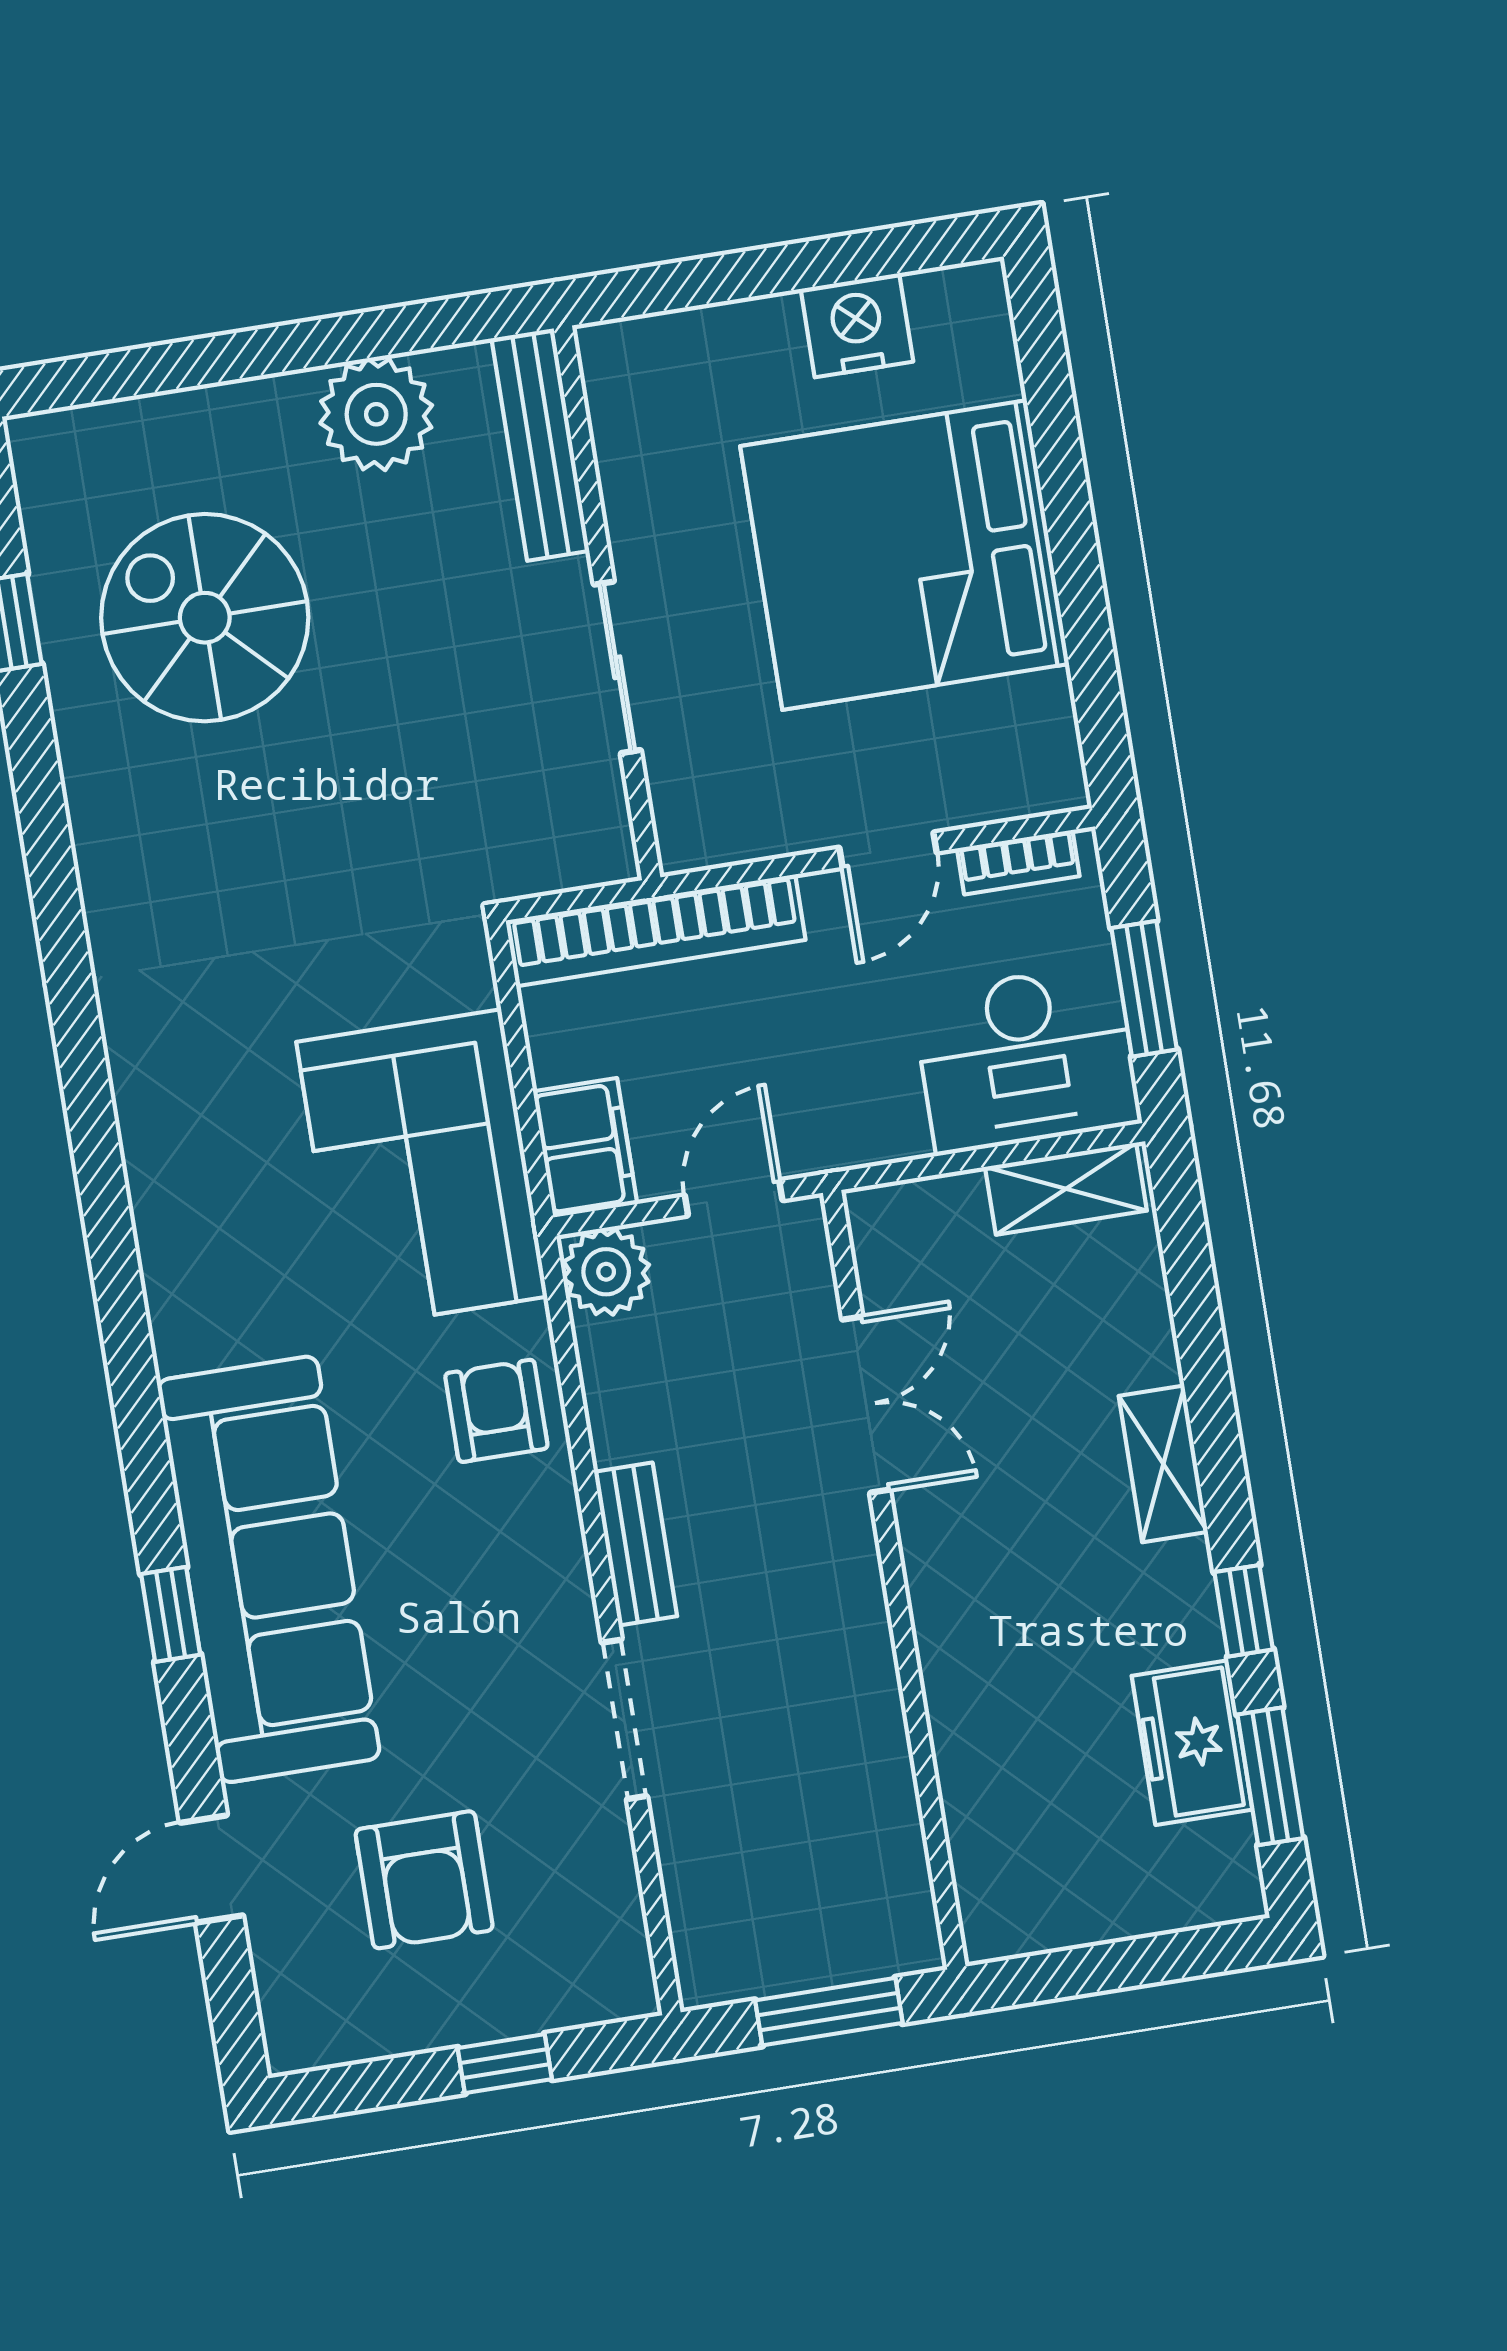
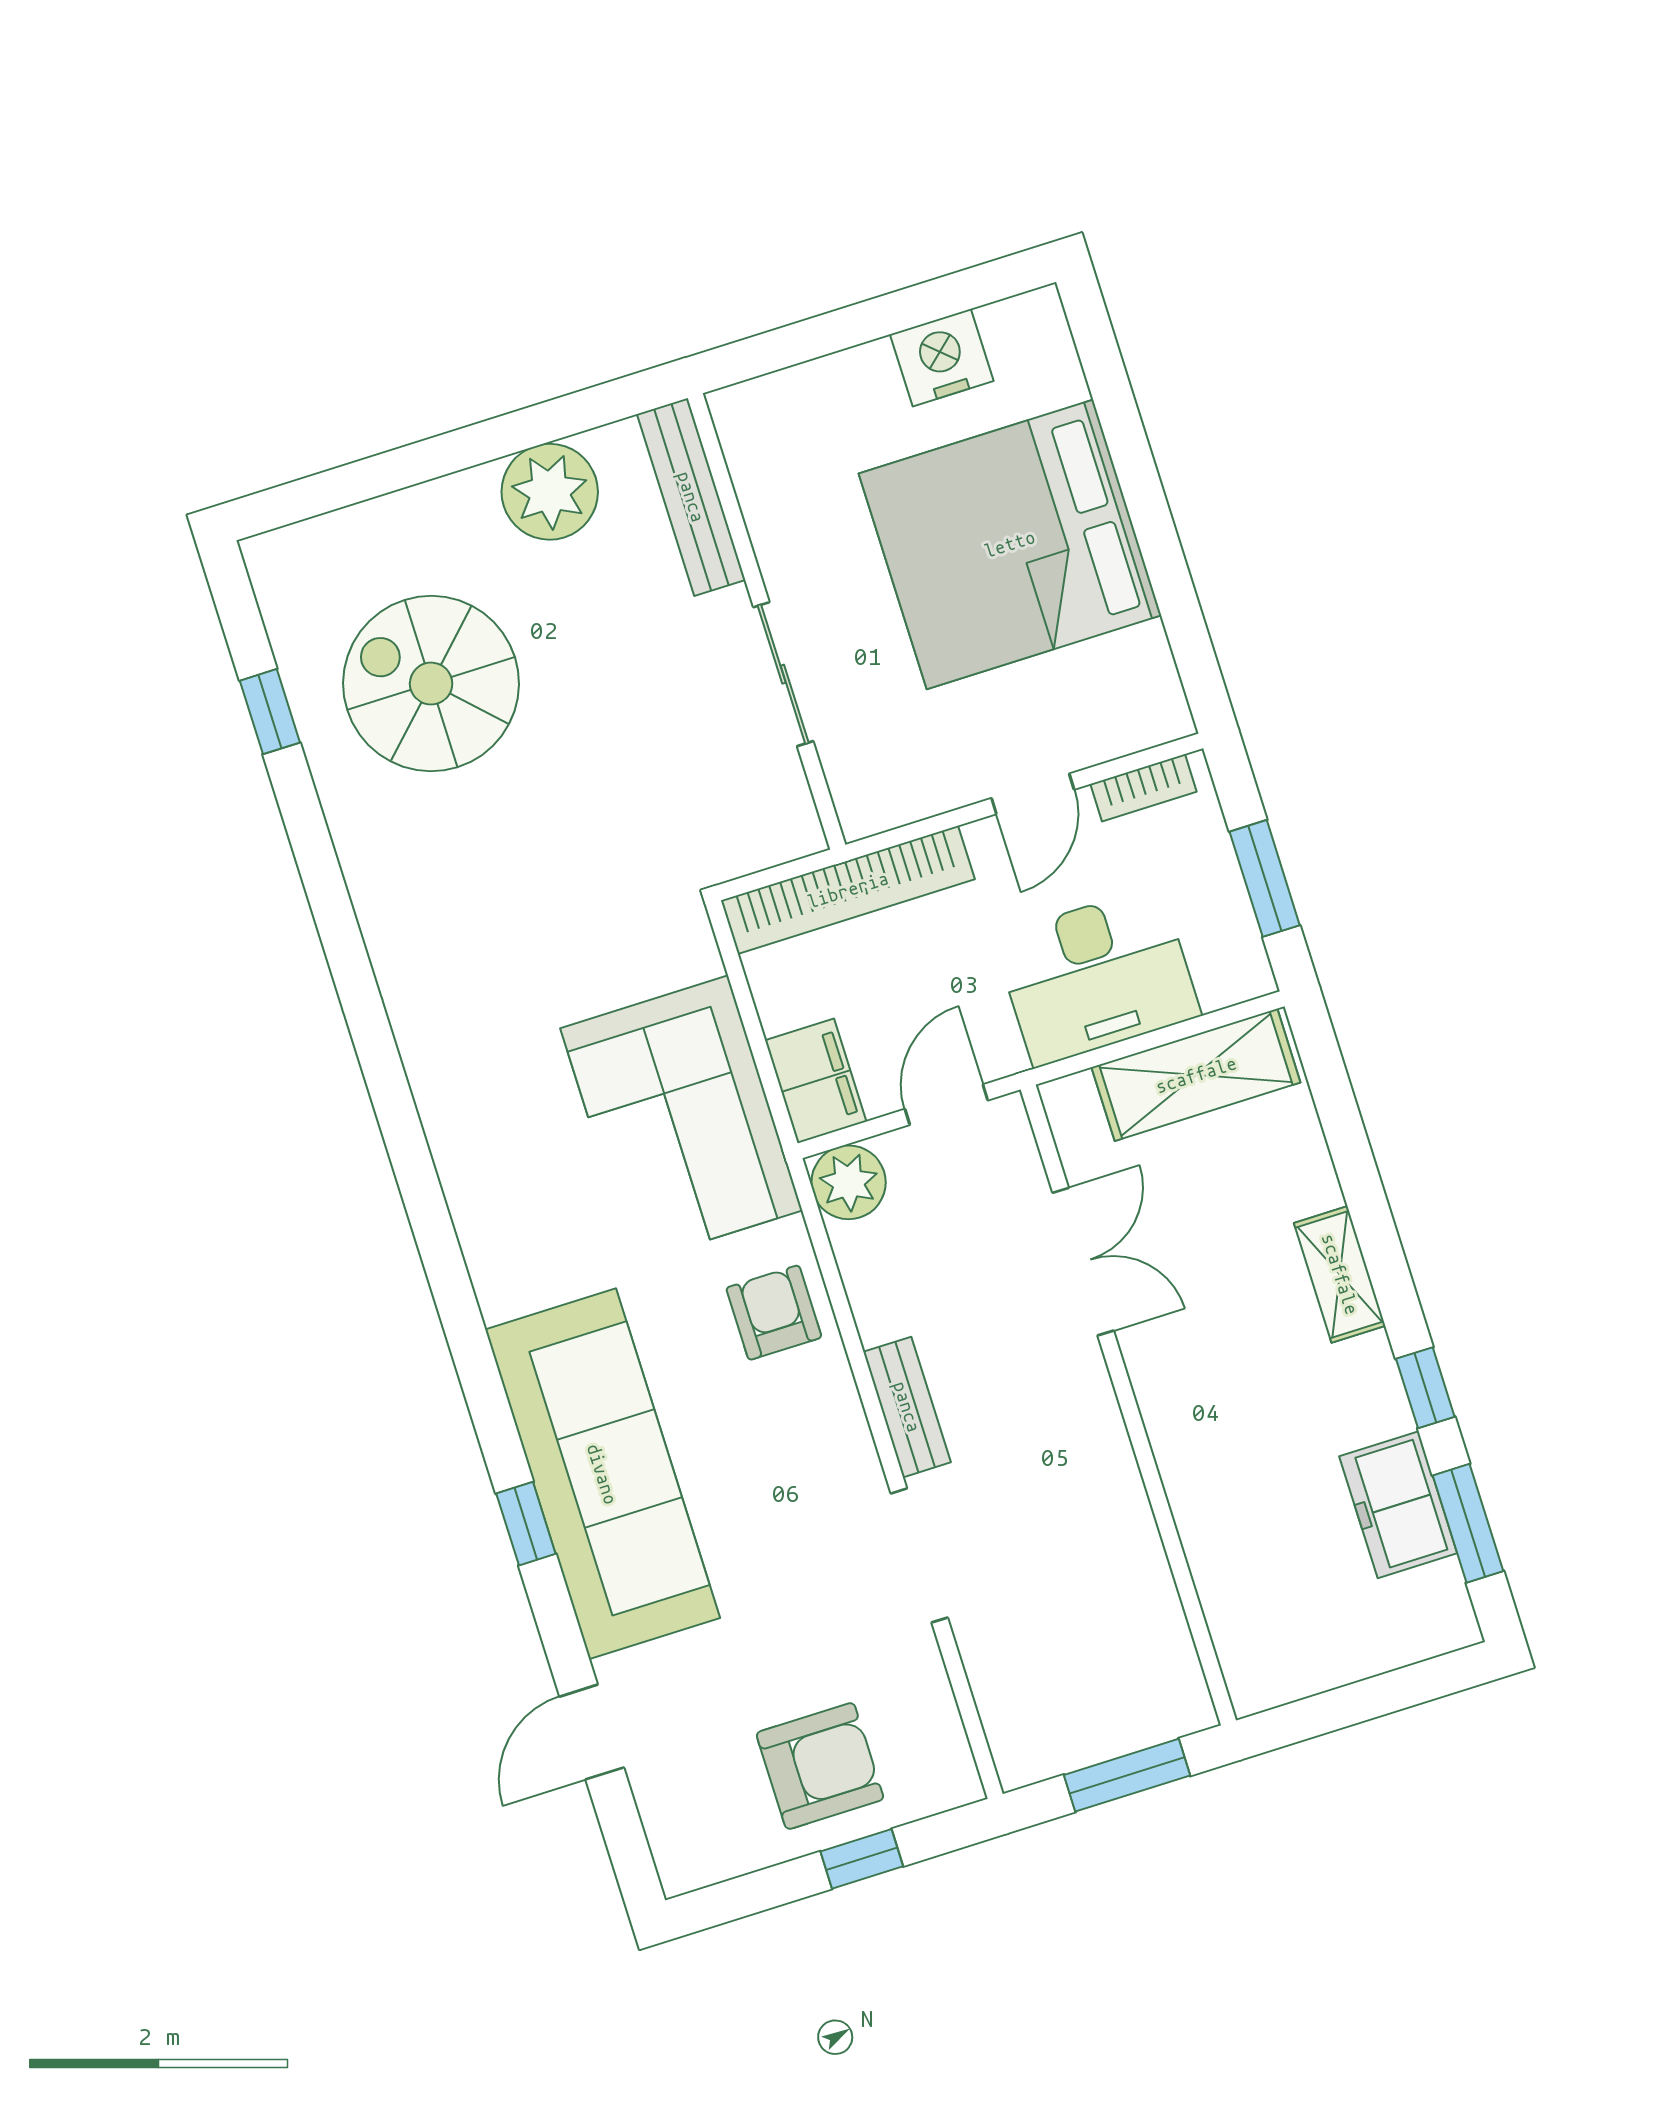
desk: (1026, 1059) -> (1097, 976), moved
shelving: (1066, 1189) -> (1196, 1075), width x1.50, depth x1.33
armchair: (424, 1880) -> (820, 1766), moved, turned -90

